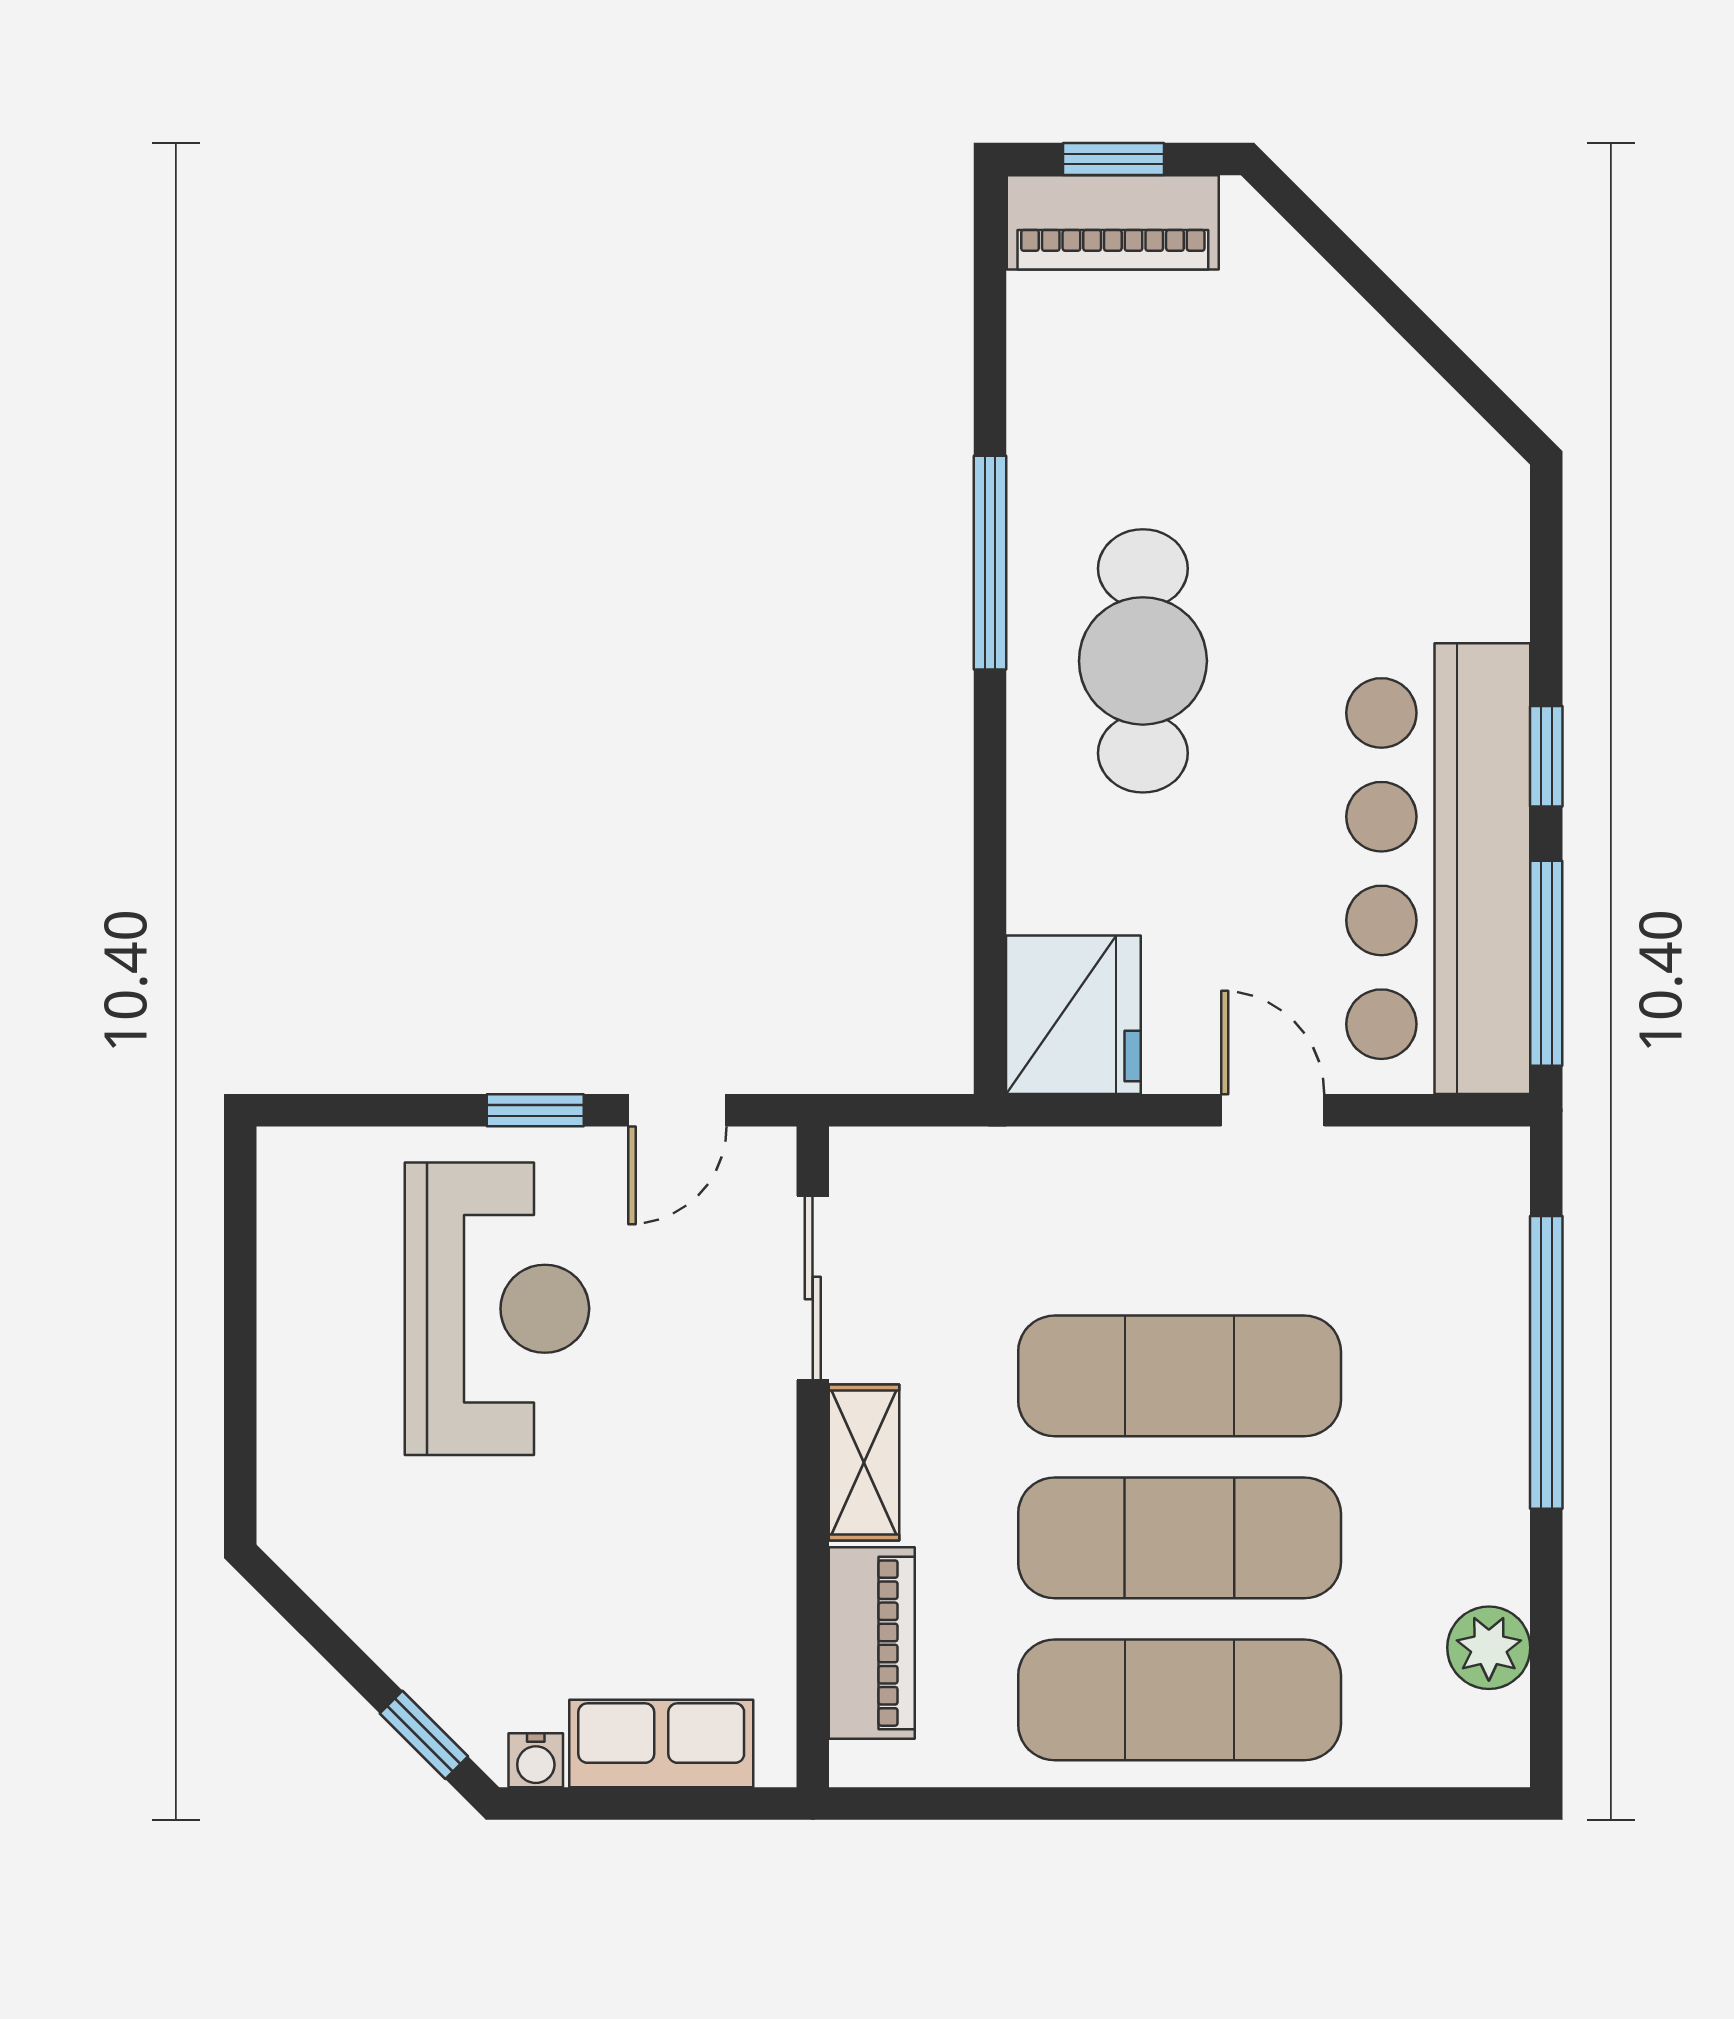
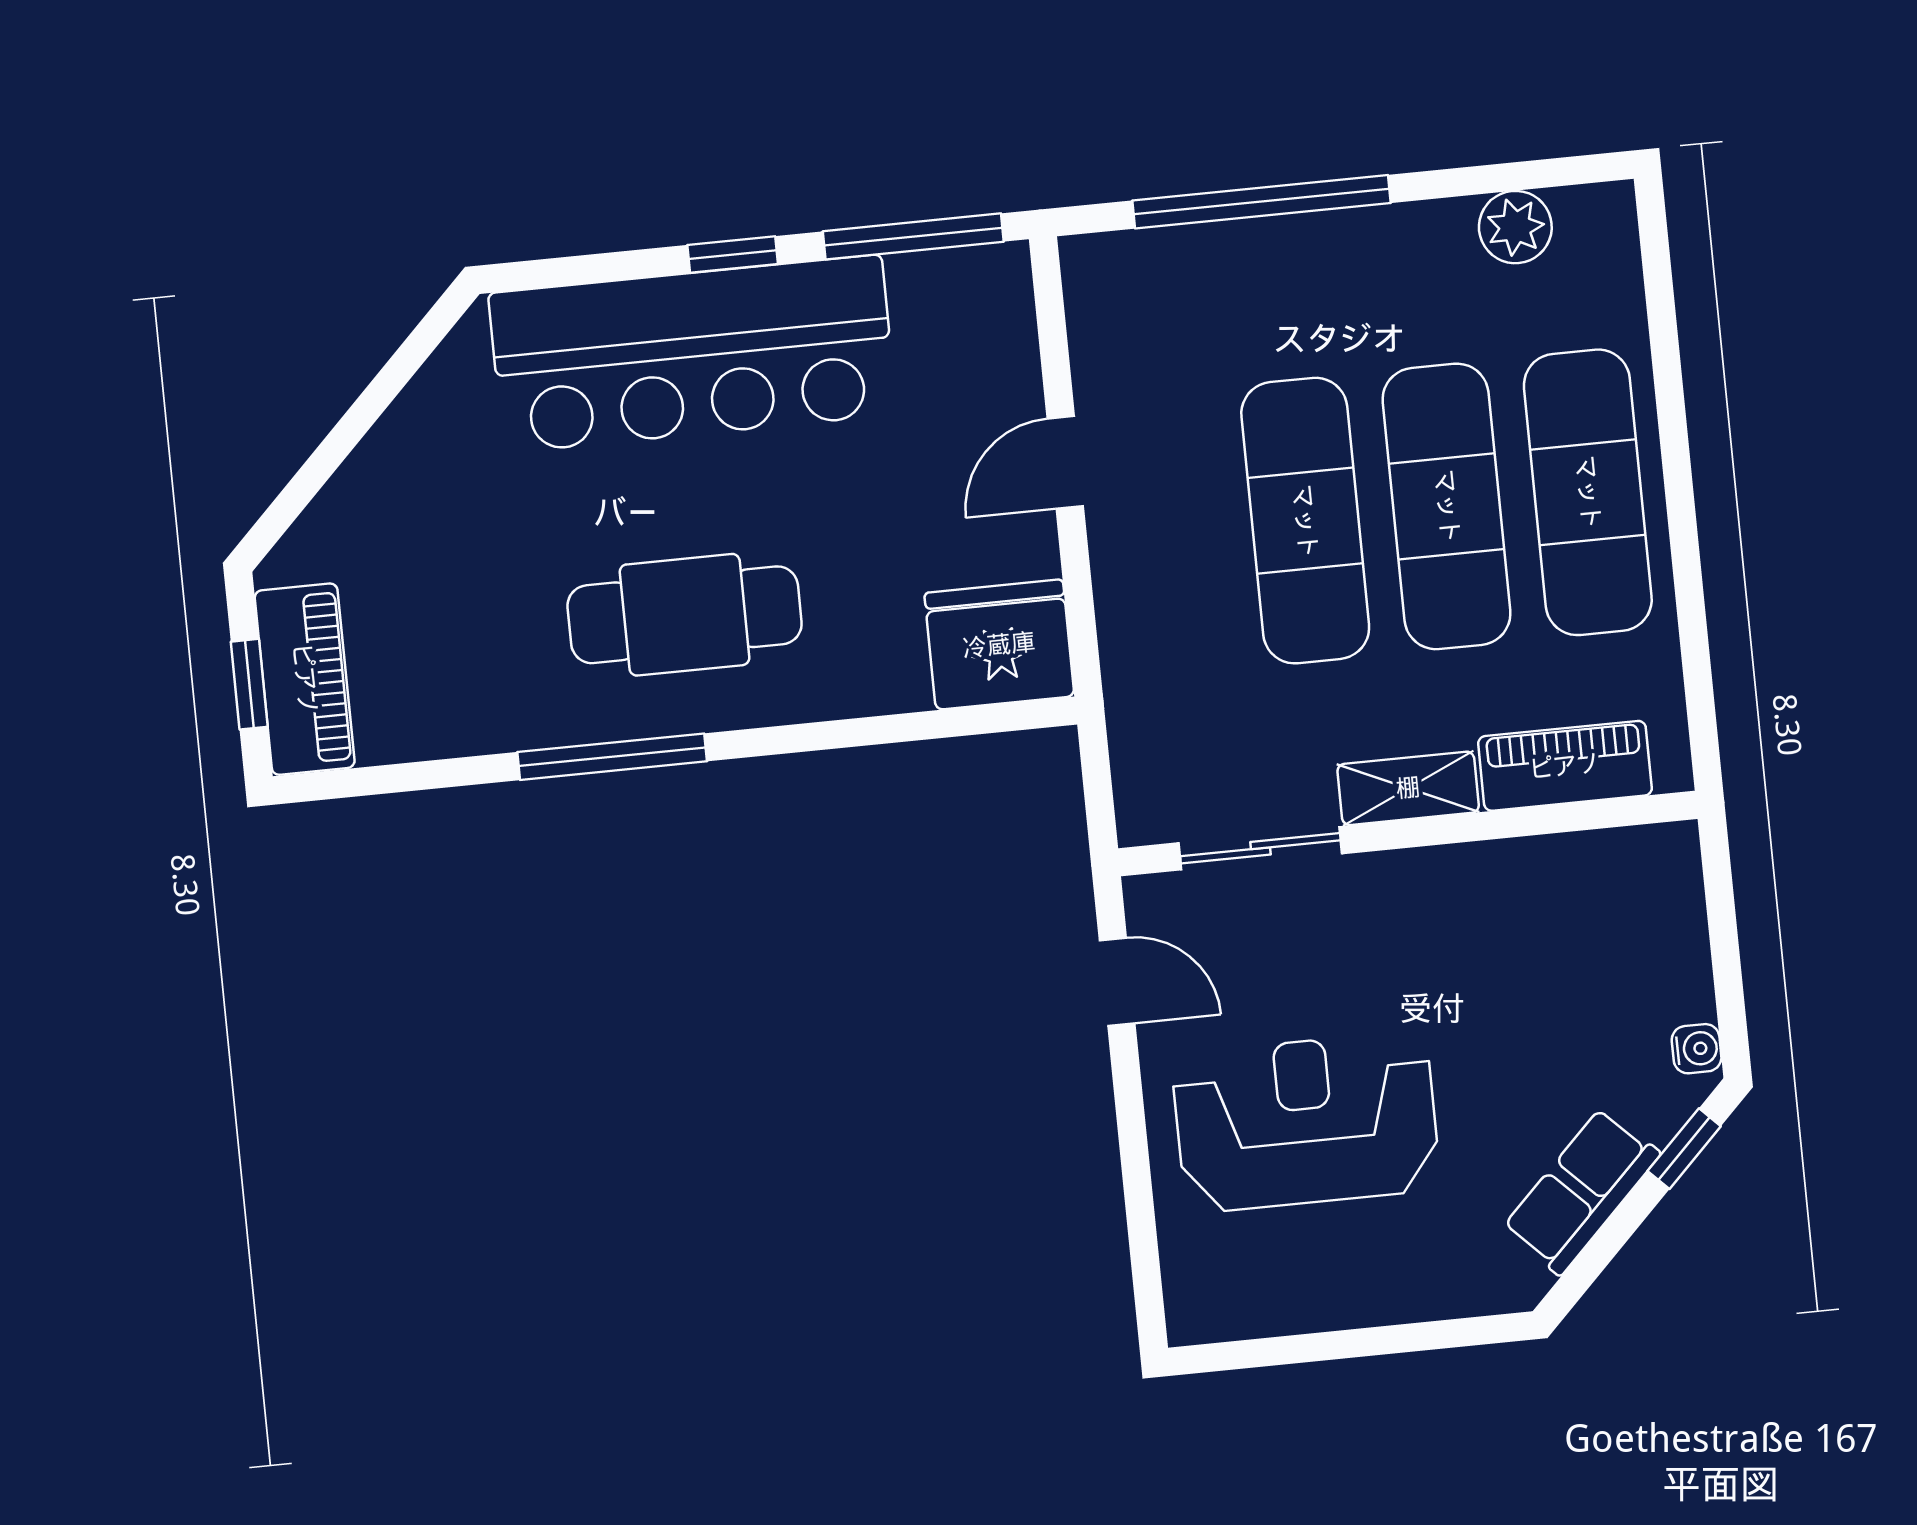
bar counter: (1438, 869) -> (693, 354), moved
window: (535, 1110) -> (1130, 1106), removed
row of seats: (661, 1744) -> (1581, 1191), moved, turned 45

